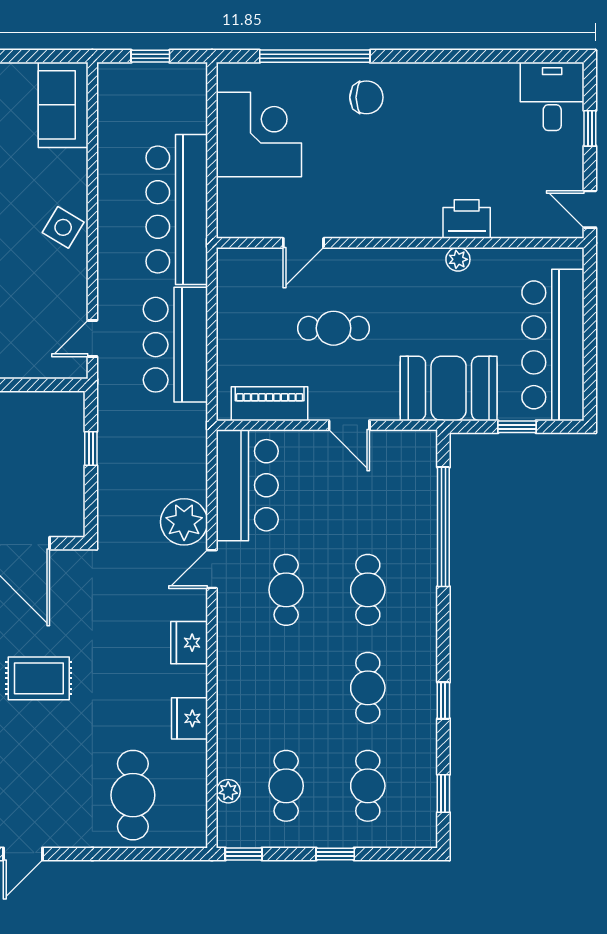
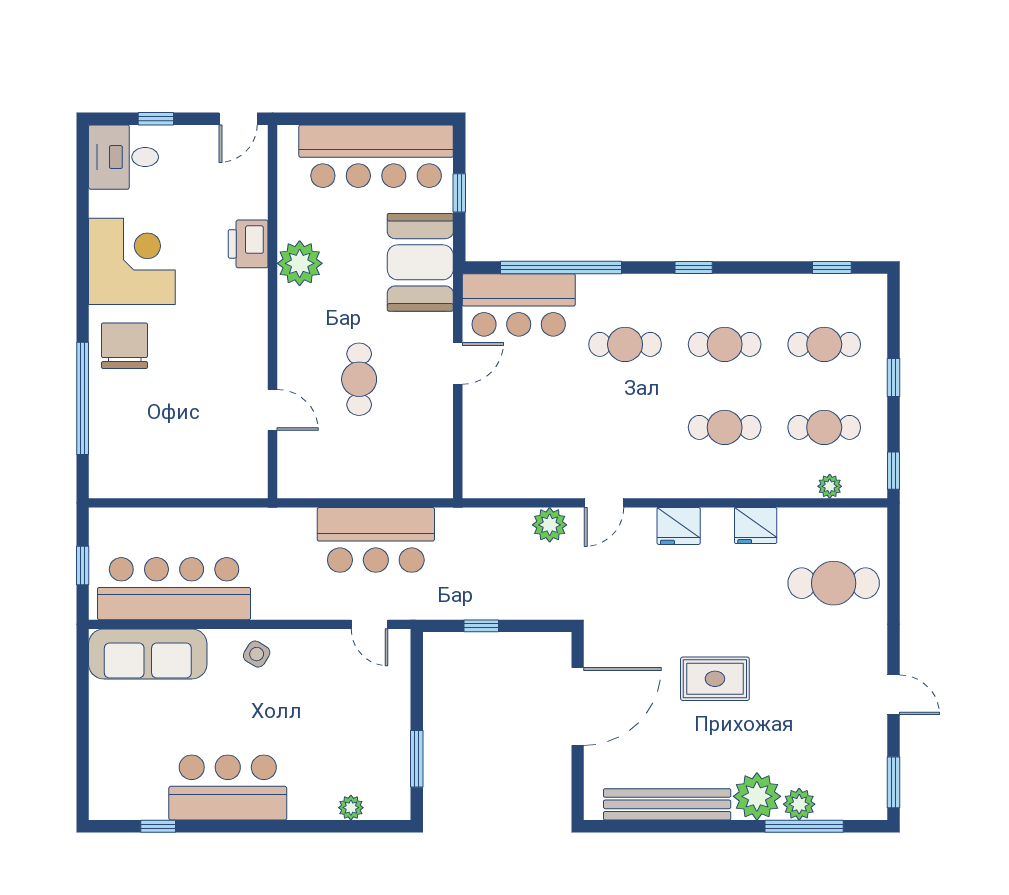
chair: (366, 97) -> (125, 346), width x1.37, depth x1.37
sofa: (63, 105) -> (148, 654), width x1.36
corner desk: (259, 134) -> (132, 261), moved, turned 90
bar counter: (177, 210) -> (174, 589), moved, turned 180
side table: (63, 227) -> (257, 654), width x0.73, depth x0.73
plant: (458, 259) -> (300, 263), width x1.87, depth x1.87
piano: (270, 404) -> (436, 444), removed
bar counter: (247, 485) -> (519, 305), moved, turned 180
plant: (184, 522) -> (550, 525), width x0.73, depth x0.73
door: (212, 569) -> (604, 503), hinge flipped
cafe table: (286, 590) -> (725, 427), moved
rug: (39, 678) -> (715, 679), turned 90
window: (443, 700) -> (694, 267), moved

